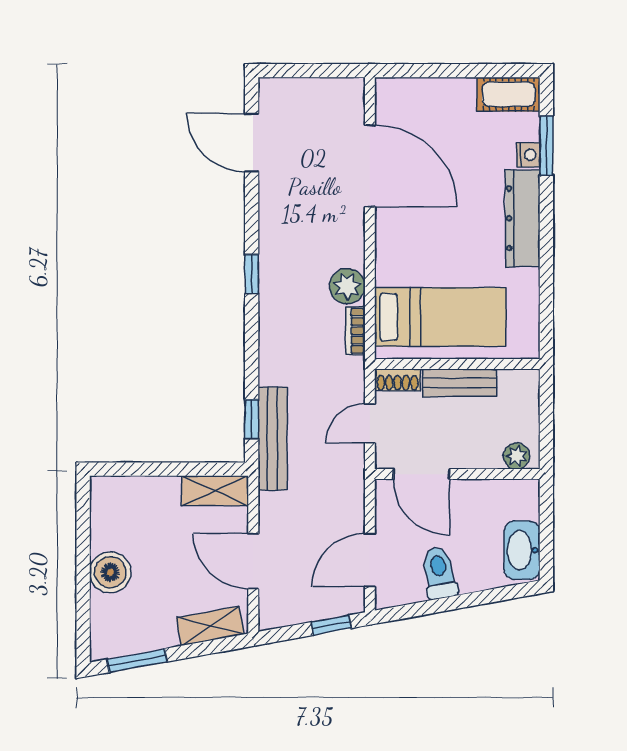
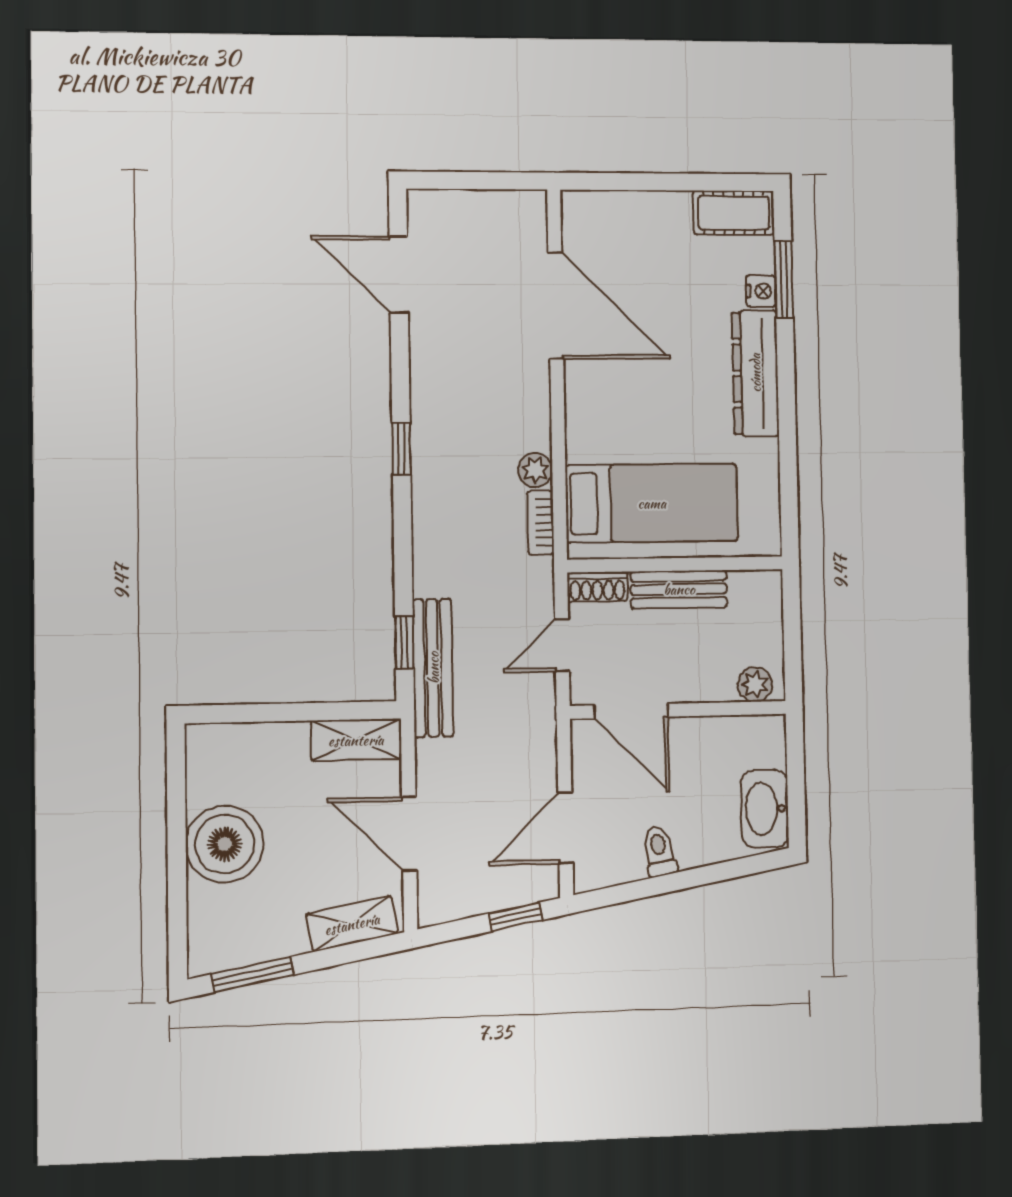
plant: (347, 286) -> (535, 470), width x0.73, depth x0.73
boiler: (110, 572) -> (225, 844), width x1.37, depth x1.37
toilet: (439, 573) -> (659, 851), width x0.73, depth x0.72

